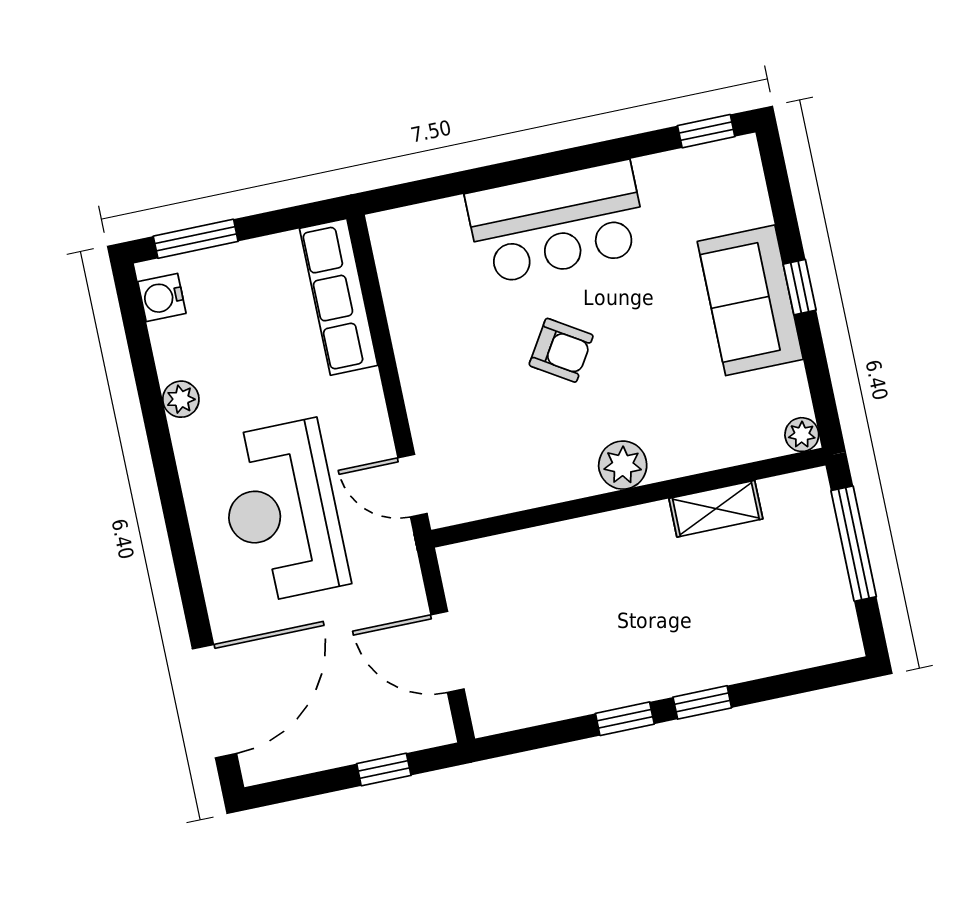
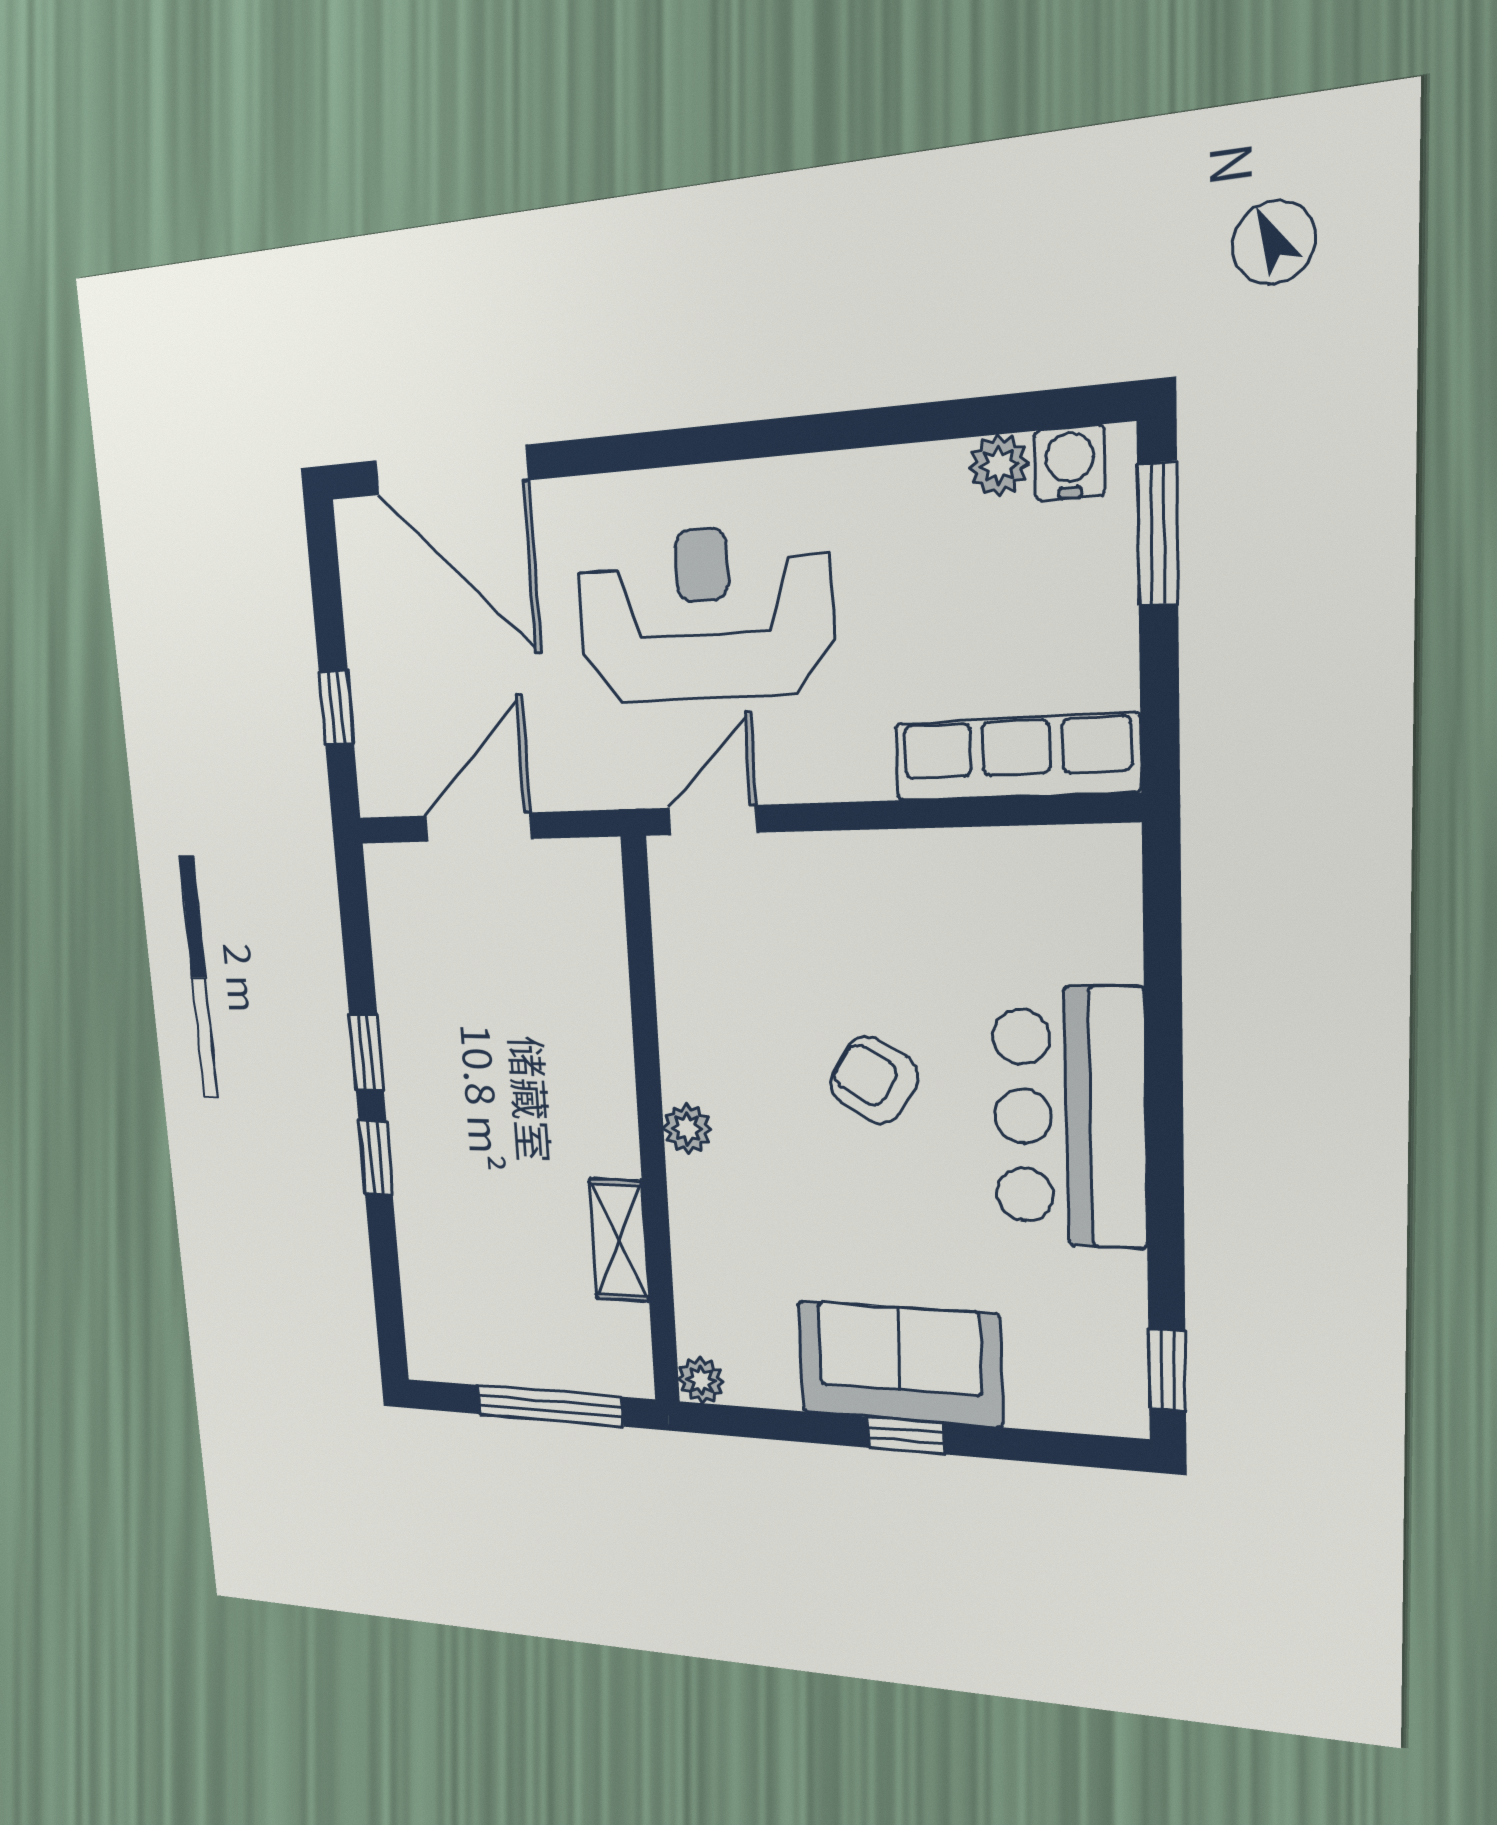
armchair: (561, 350) -> (874, 1080), turned 89
plant: (181, 399) -> (999, 465), moved
plant: (623, 465) -> (687, 1129), width x0.73, depth x0.73

